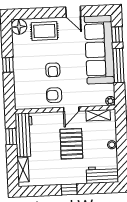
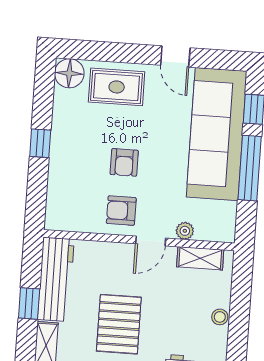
plant: (110, 101) -> (185, 231), moved
window: (11, 137) -> (29, 303), moved
pallet: (71, 144) -> (119, 324), moved

